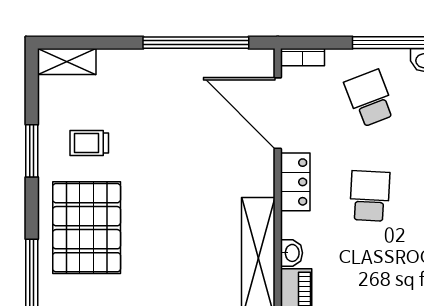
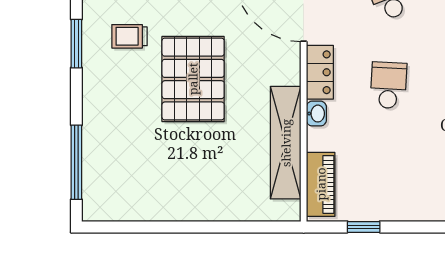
pallet: (87, 228) -> (193, 79), moved
washbasin: (292, 253) -> (316, 114), moved

